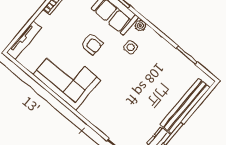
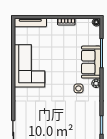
armchair: (92, 44) -> (61, 64), removed

